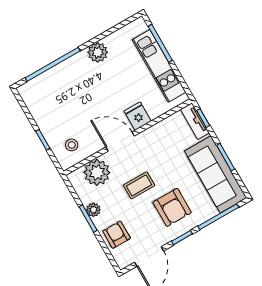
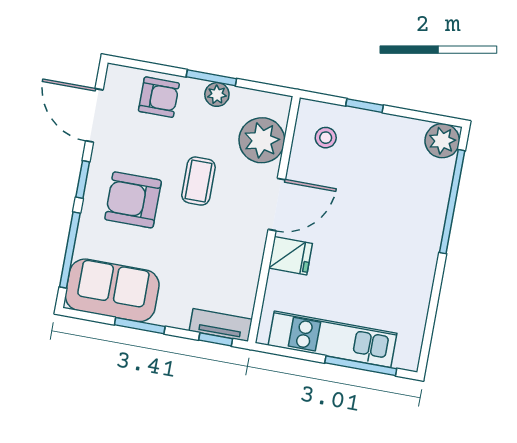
plant: (98, 52) -> (442, 141), moved
sofa: (216, 174) -> (112, 290), width x0.73

